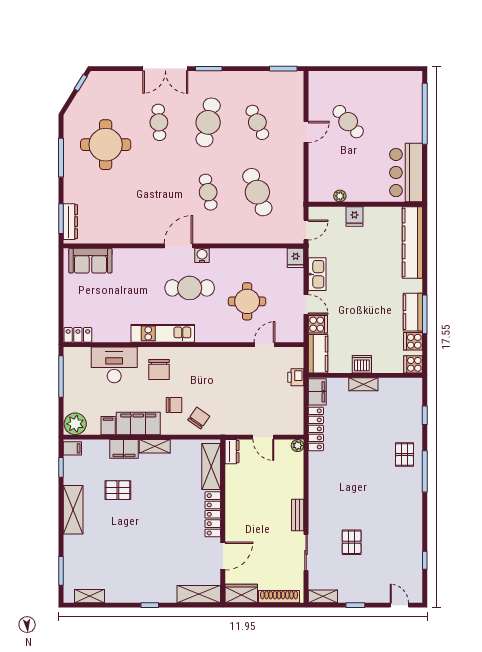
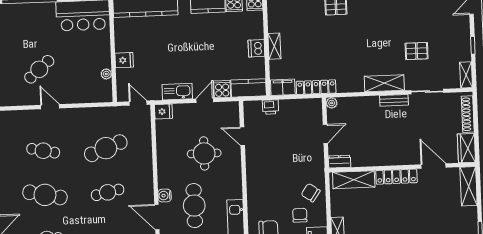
cafe table: (257, 122) -> (43, 151), turned 36
shelving: (317, 505) -> (384, 83), added

